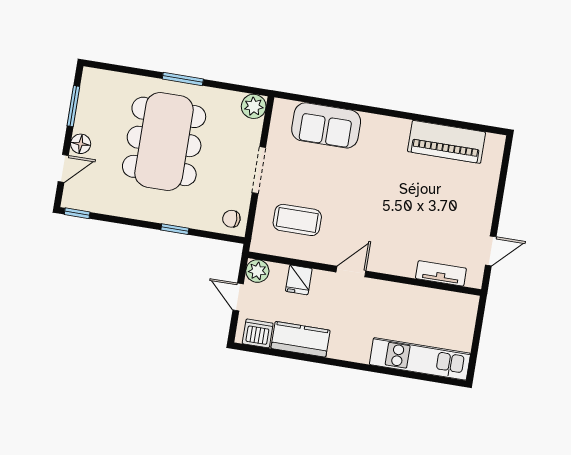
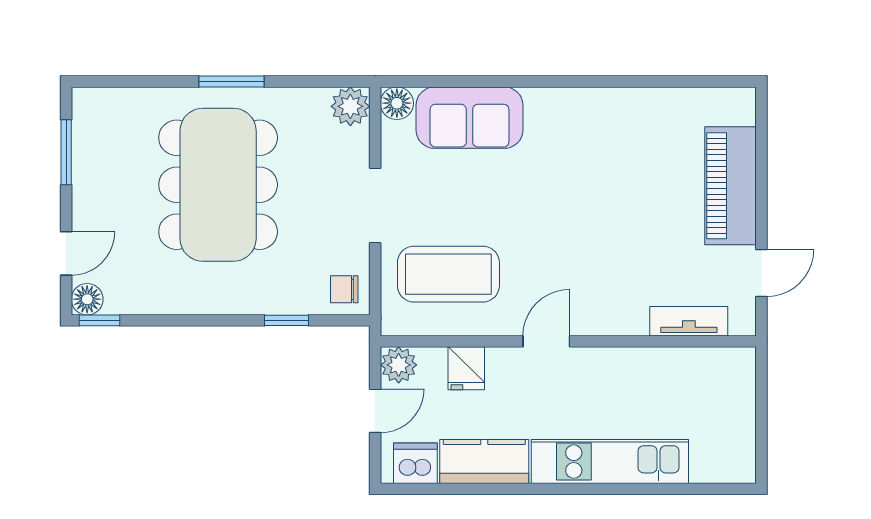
floor lamp: (283, 109) -> (397, 103), added
piano: (447, 142) -> (731, 186), moved, turned 90
floor lamp: (81, 144) -> (87, 299), moved
coffee table: (297, 220) -> (448, 274), width x1.36, depth x1.32
window: (175, 229) -> (286, 320), moved
door: (238, 297) -> (375, 411), swing flipped
kitchen unit: (420, 359) -> (610, 462), moved

